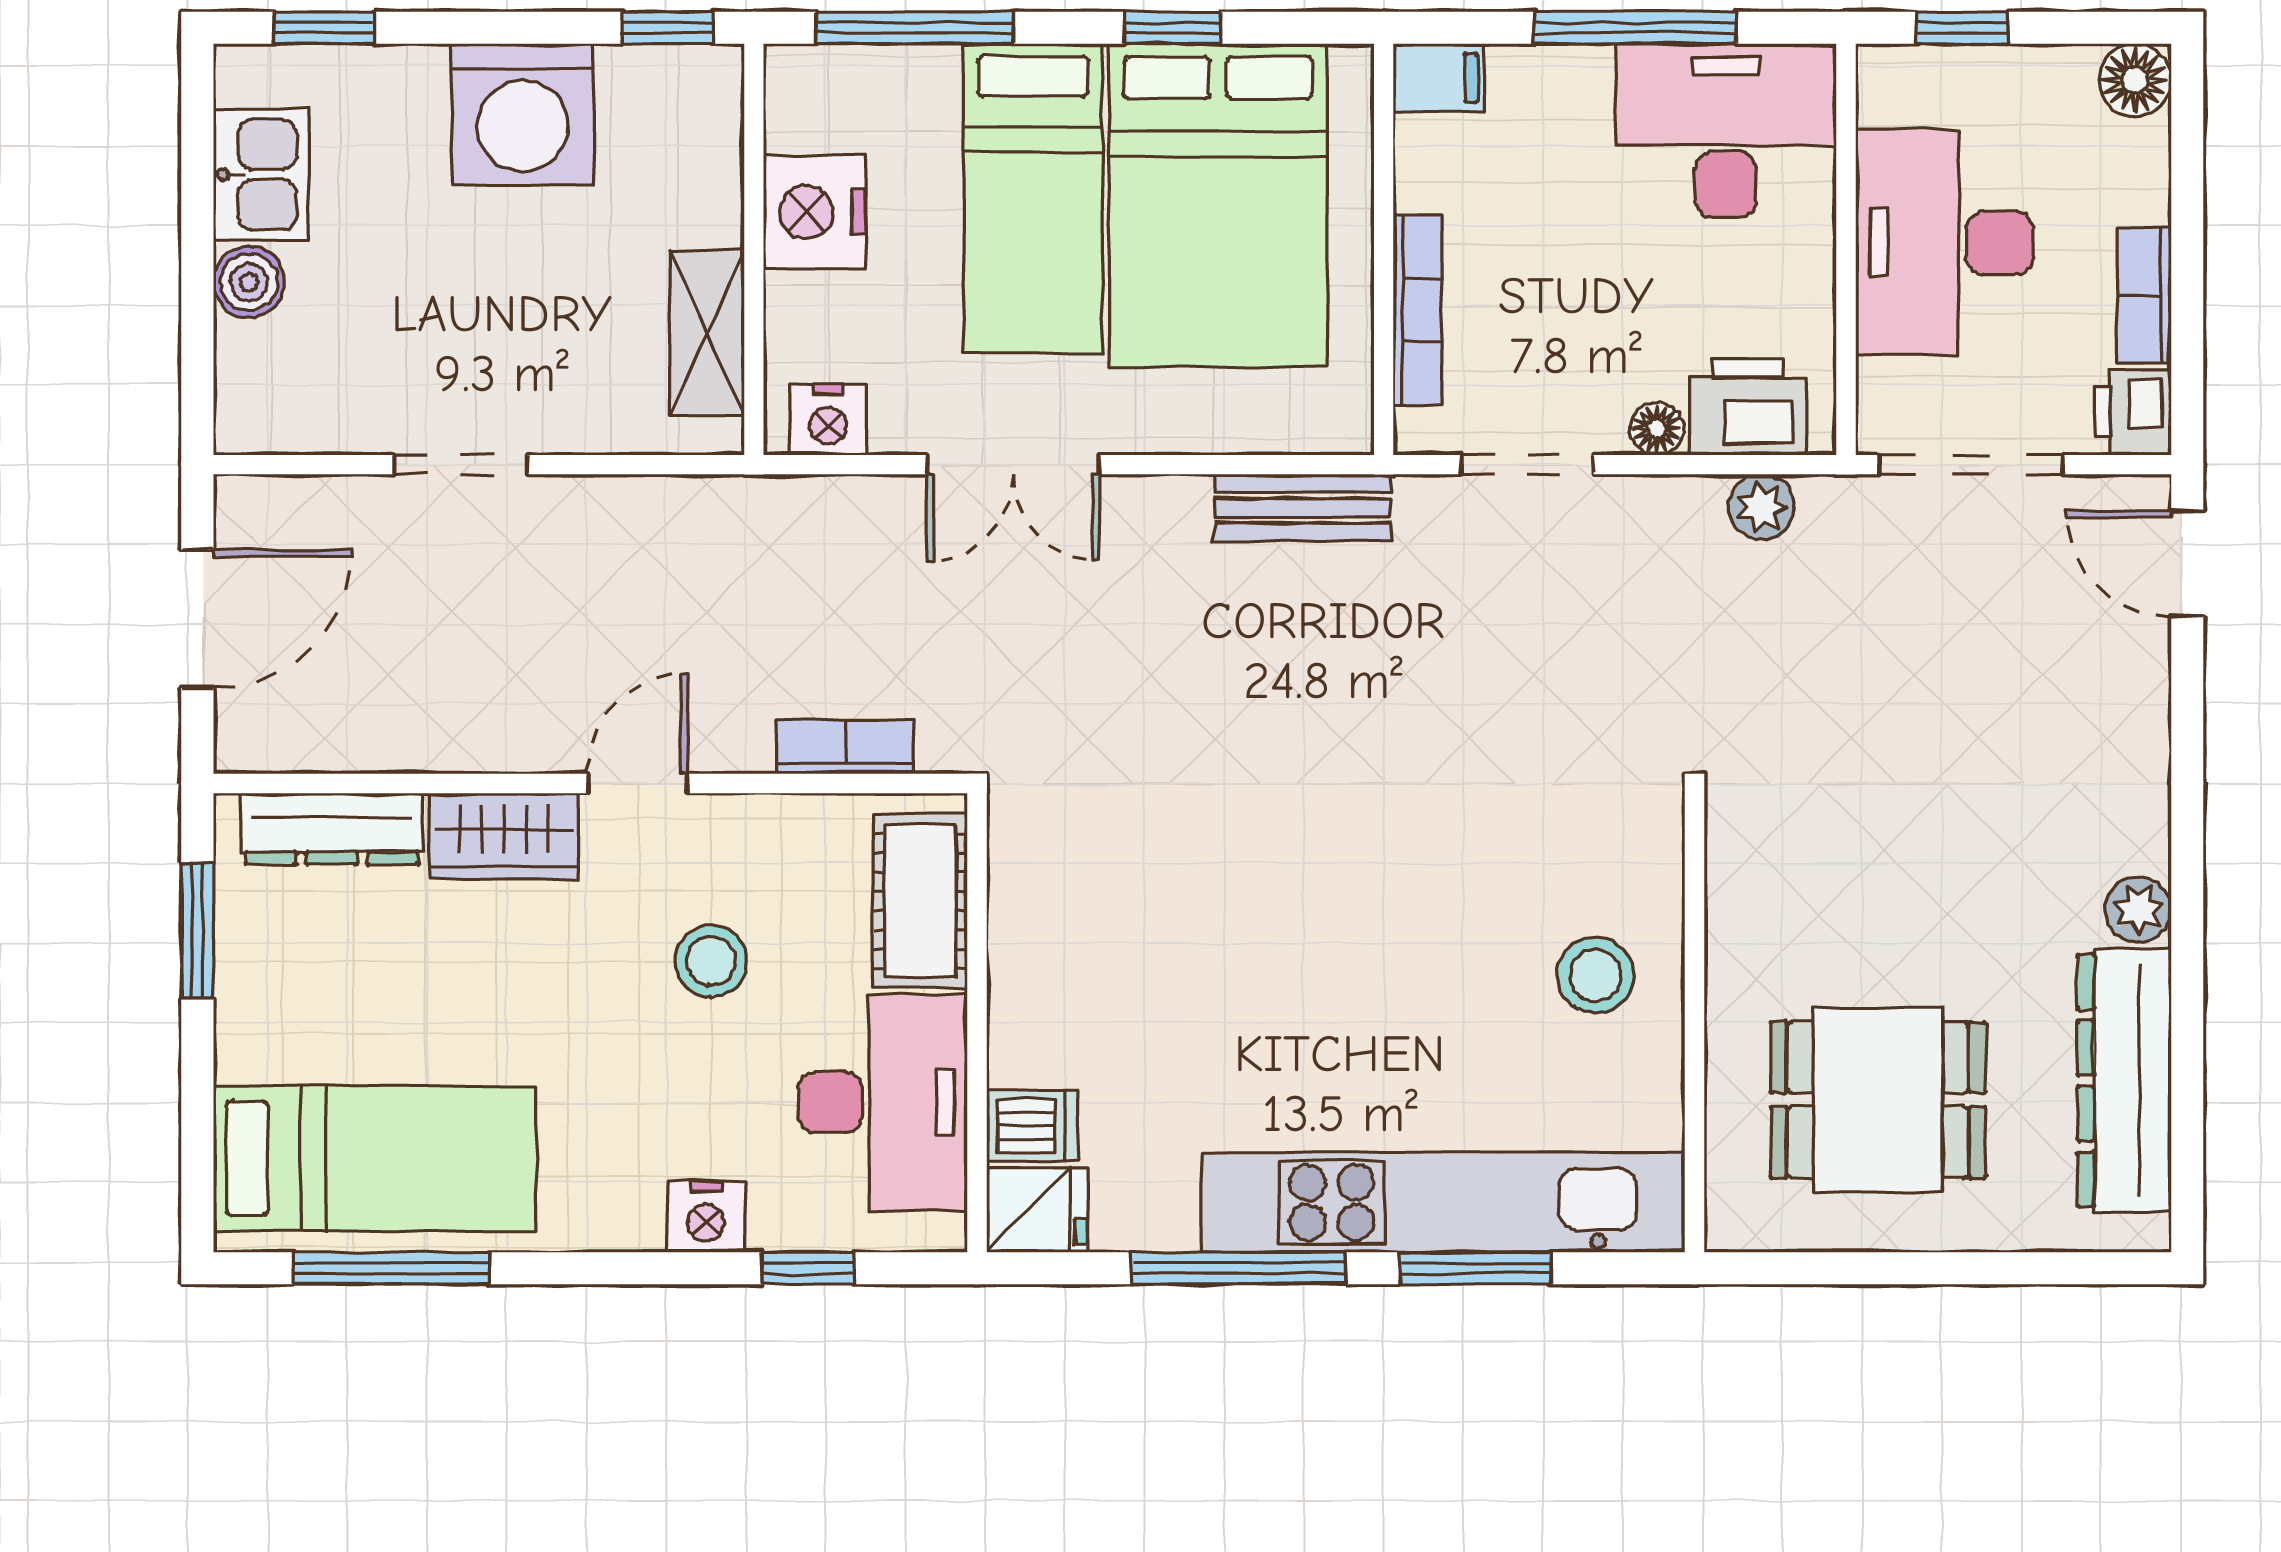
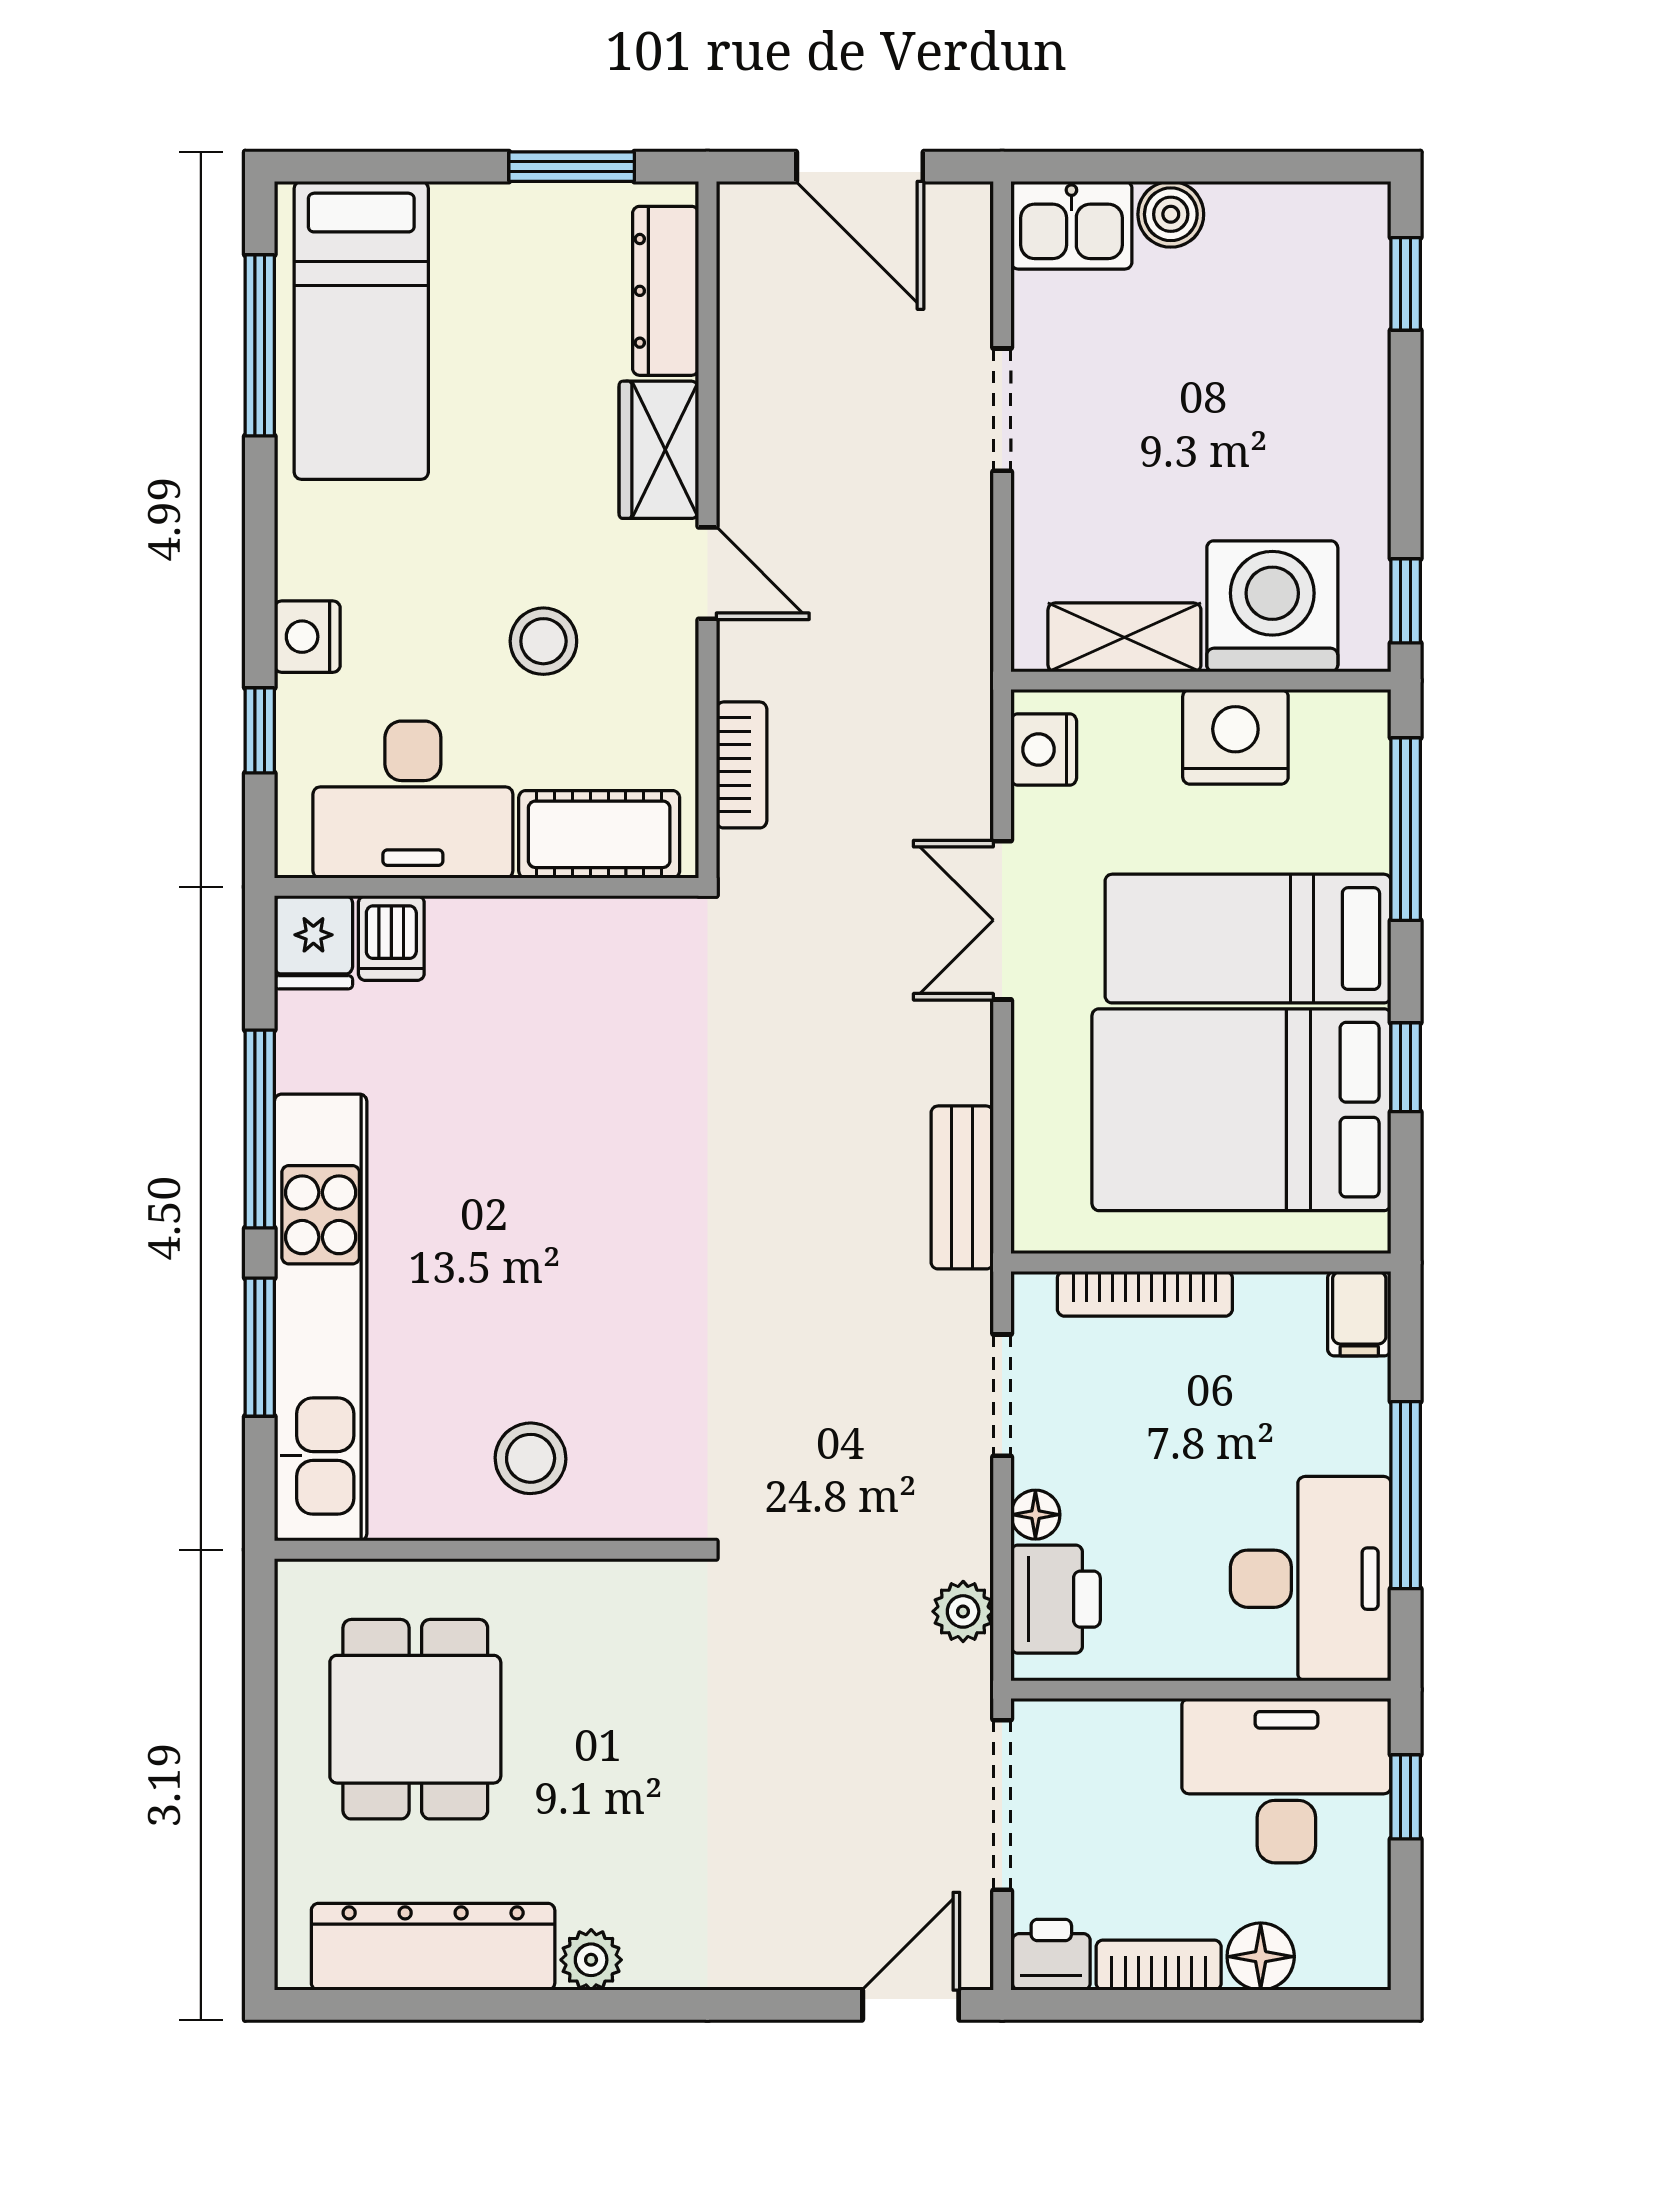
floor lamp: (2135, 80) -> (1261, 1957), moved
washing machine: (523, 115) -> (1272, 606), moved, turned 90
kitchen sink: (261, 175) -> (1071, 225), moved
desk: (1945, 243) -> (1286, 1781), moved

